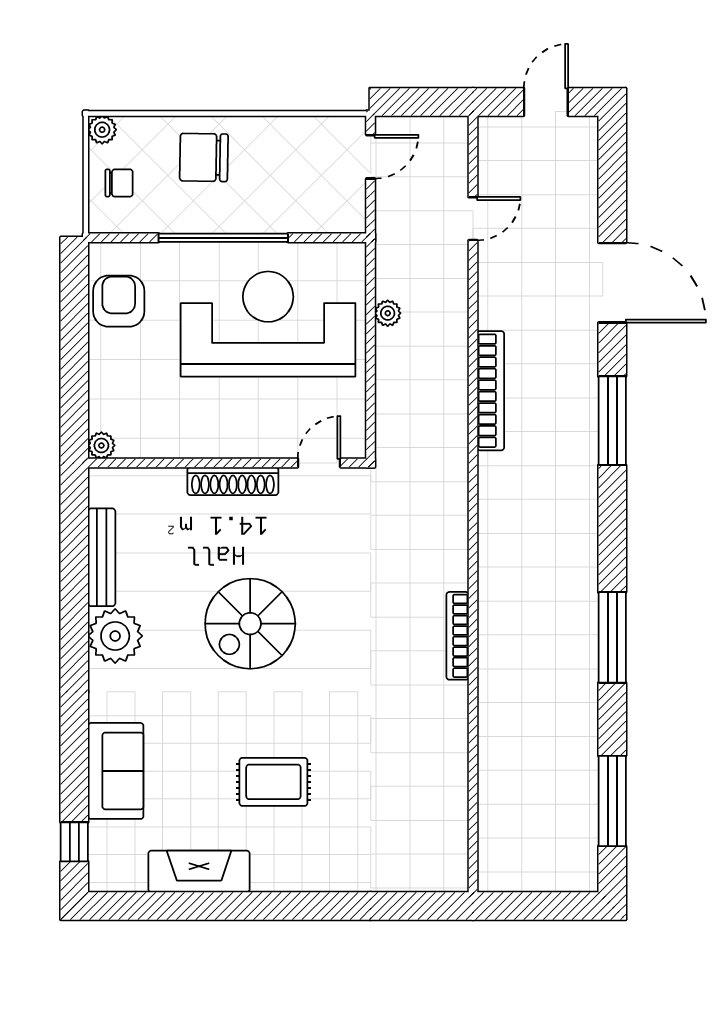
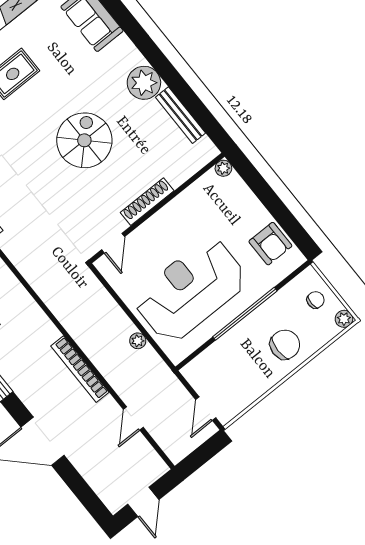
chair: (119, 183) -> (316, 300), turned 180
reception desk: (268, 324) -> (191, 290), turned 180
bookcase: (491, 391) -> (80, 369), moved

